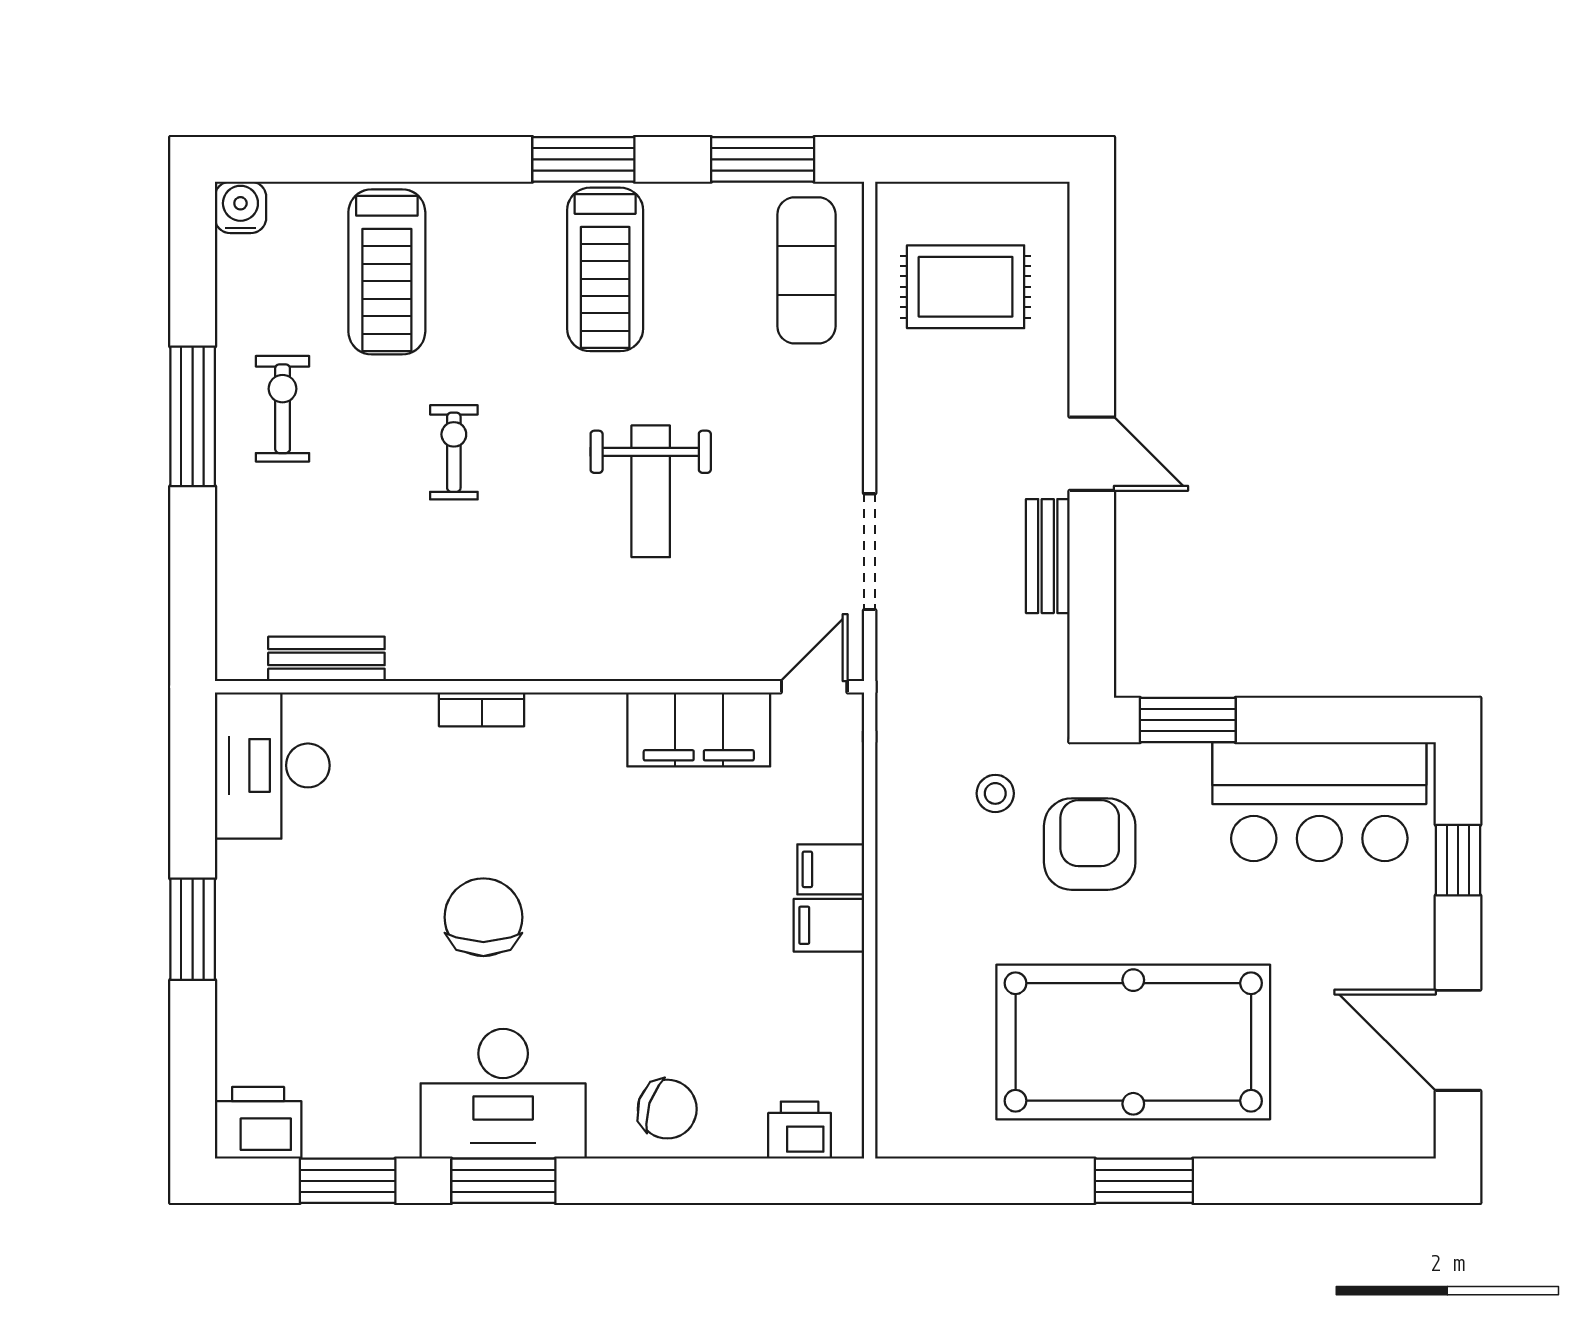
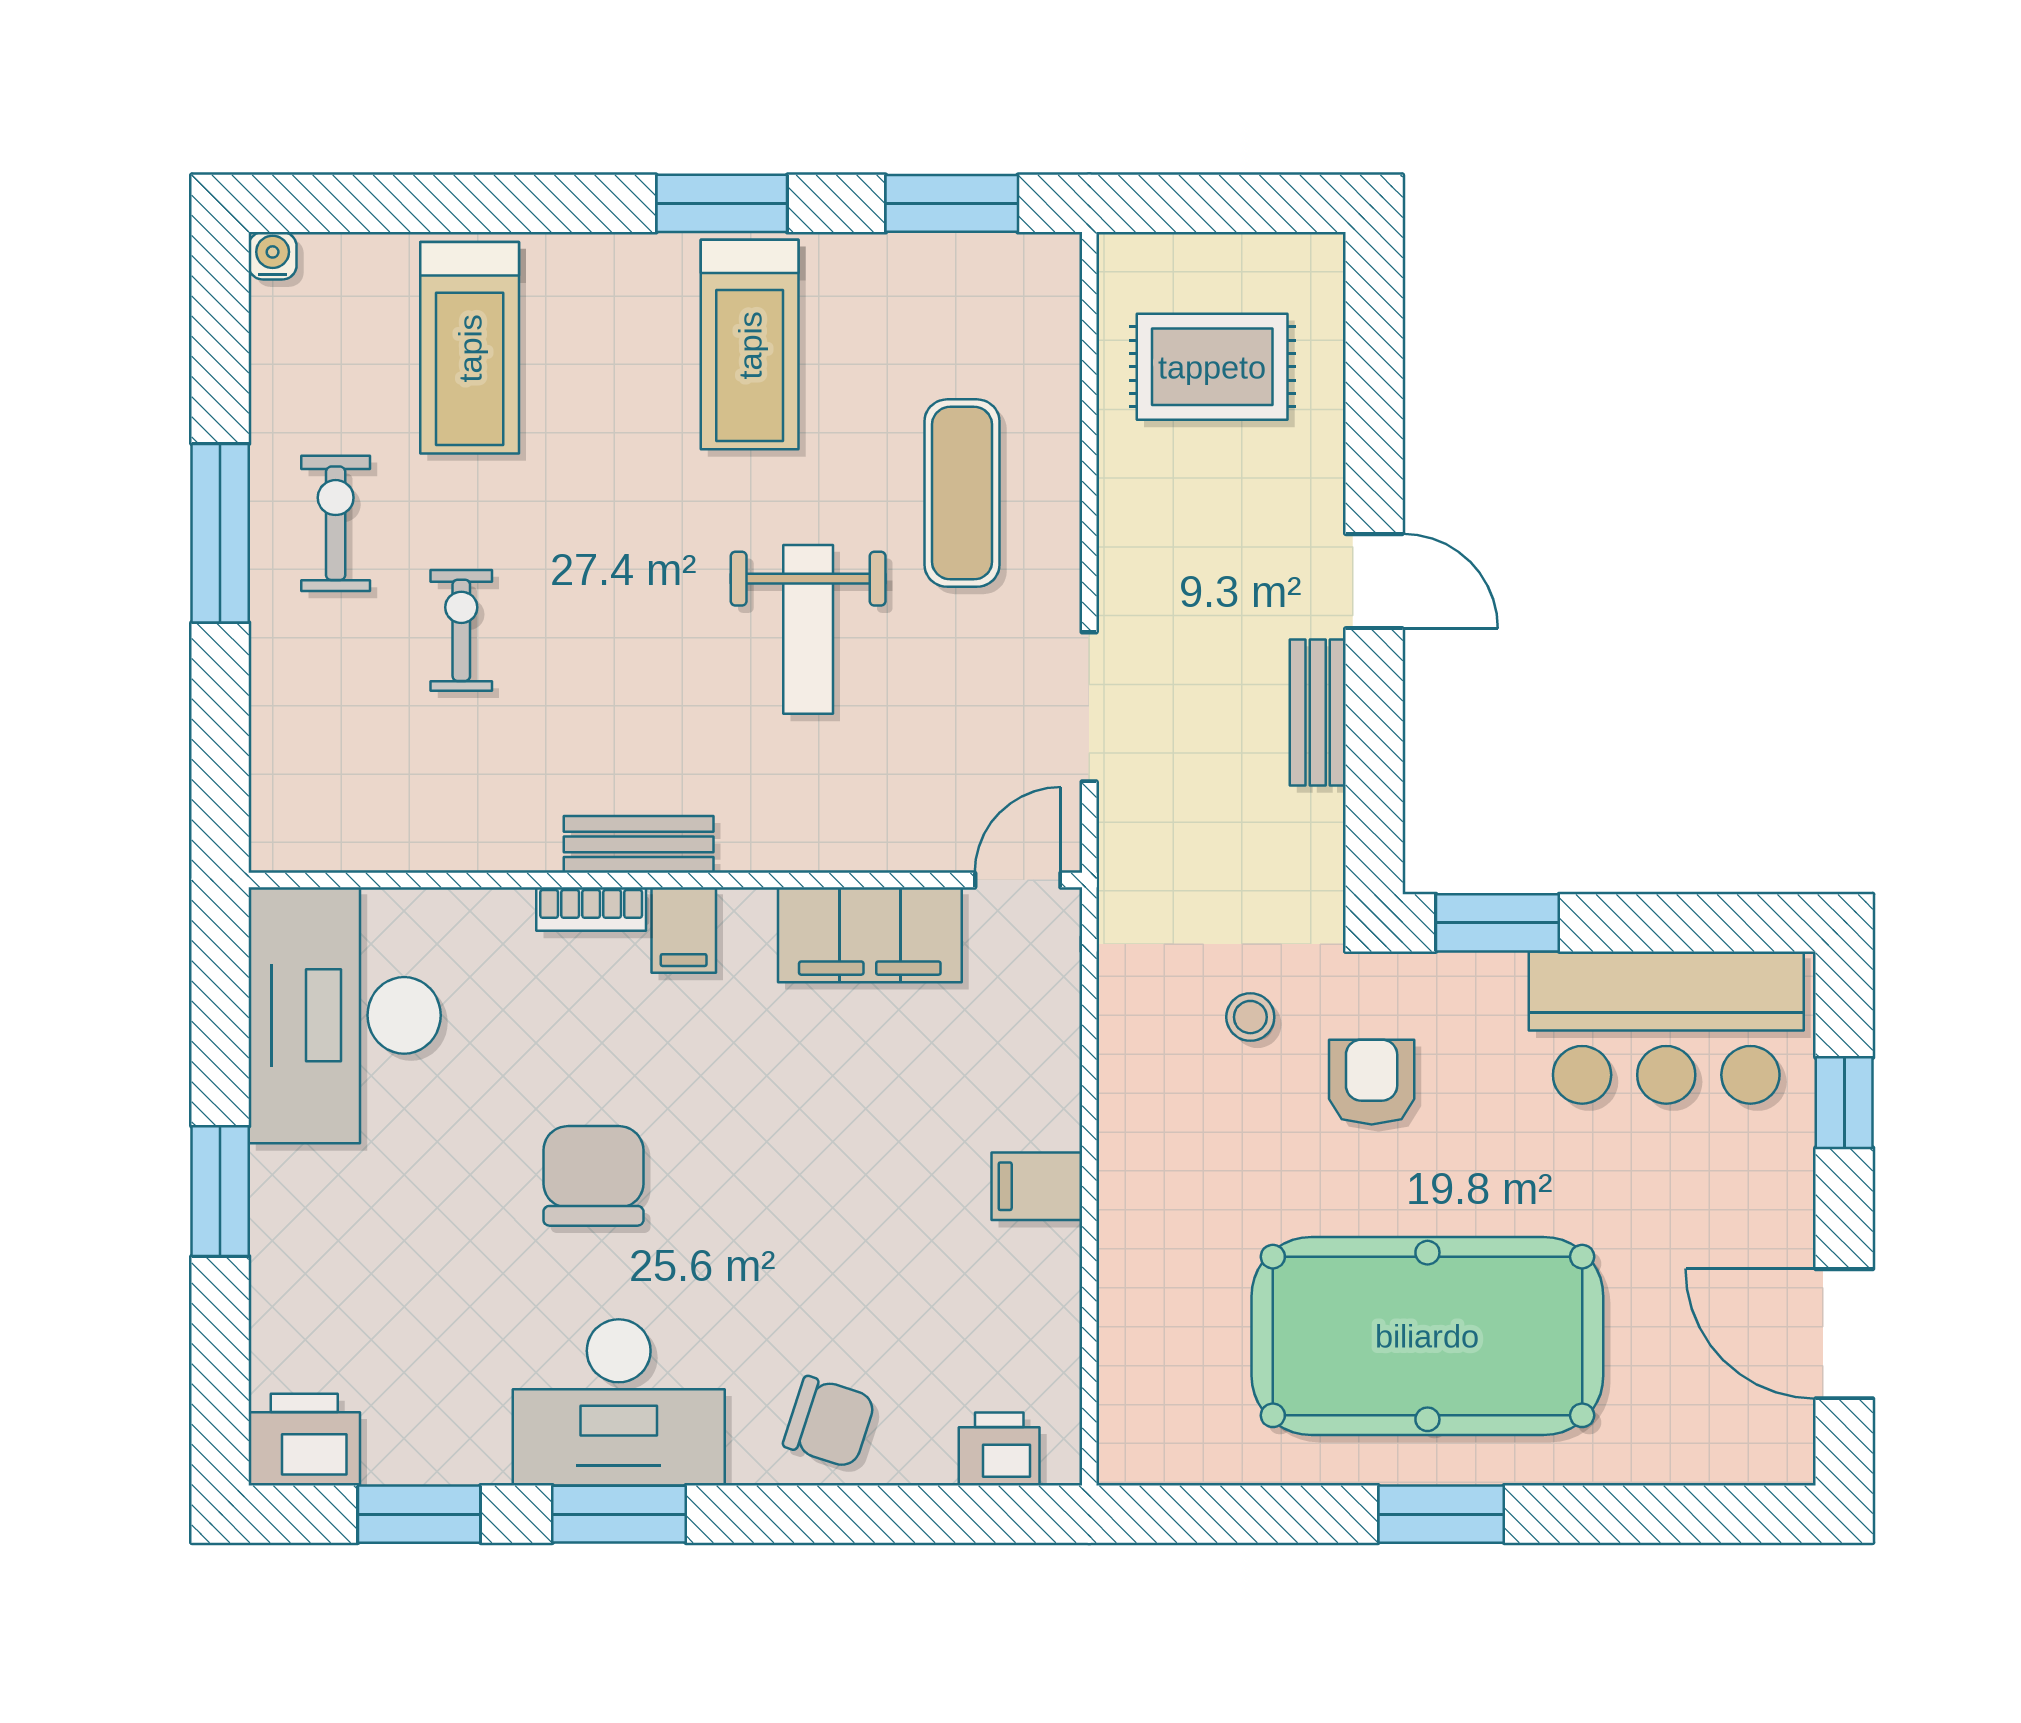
water cooler: (240, 207) -> (273, 256), width x0.72, depth x0.72
exercise mat: (806, 270) -> (962, 493), moved
exercise bike: (454, 452) -> (461, 630), moved
bench: (326, 659) -> (639, 844), moved
desk: (272, 765) -> (345, 1015), width x1.36, depth x1.30
armchair: (1090, 844) -> (1372, 1082), width x0.72, depth x0.72
filing cabinet: (831, 869) -> (684, 930), moved, turned -90

